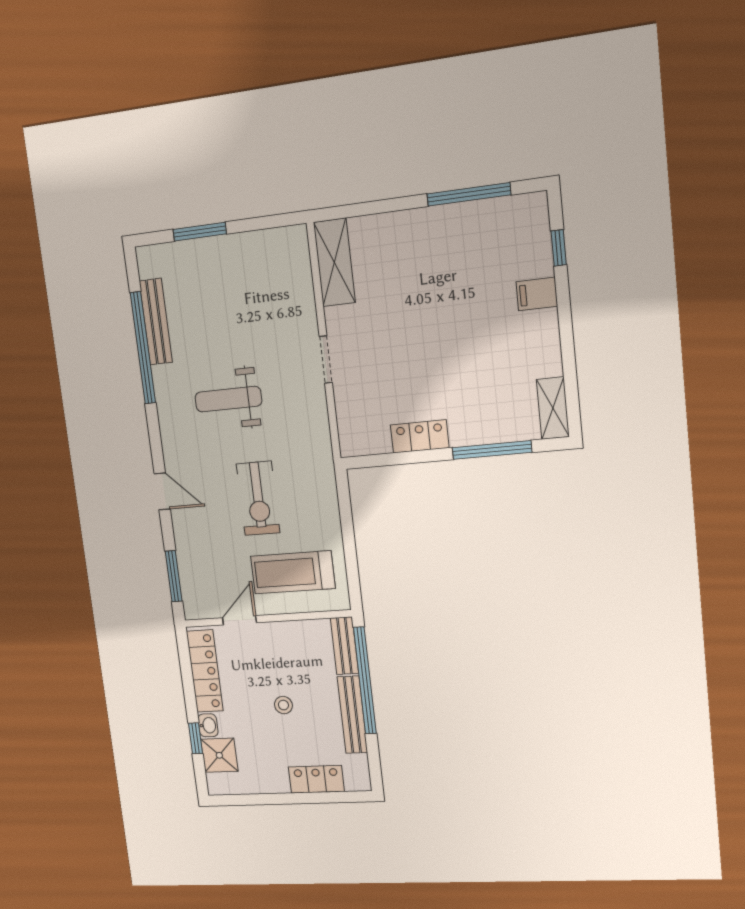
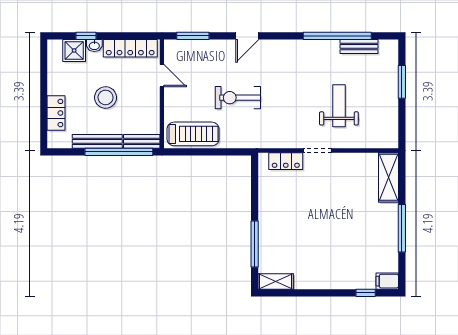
window: (469, 194) -> (402, 228), moved
shelving: (334, 262) -> (389, 177), moved, turned 90
filing cabinet: (537, 294) -> (387, 281), moved, turned -90
bench: (156, 322) -> (359, 46), width x0.73
weight bench: (228, 399) -> (339, 106), moved
locker: (420, 436) -> (286, 161), moved, turned 90
treadmill: (293, 572) -> (193, 134), moved, turned 90
stool: (283, 705) -> (106, 97), width x1.89, depth x1.89

